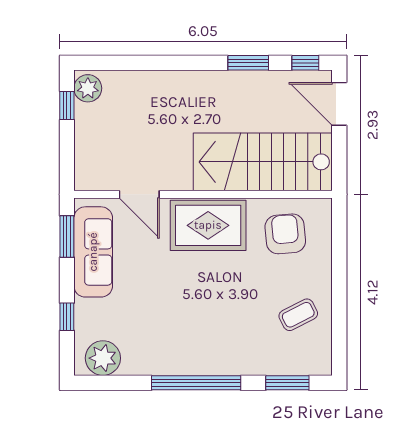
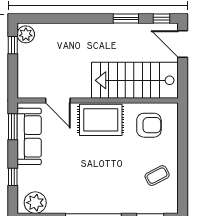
armchair: (285, 234) -> (149, 125), turned 95

